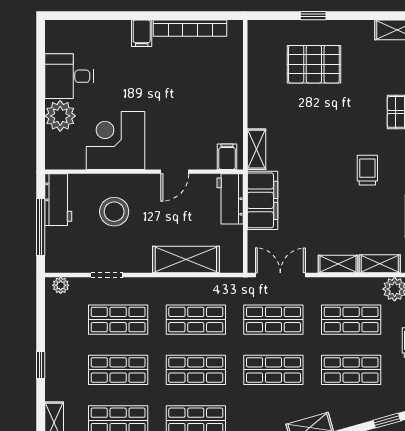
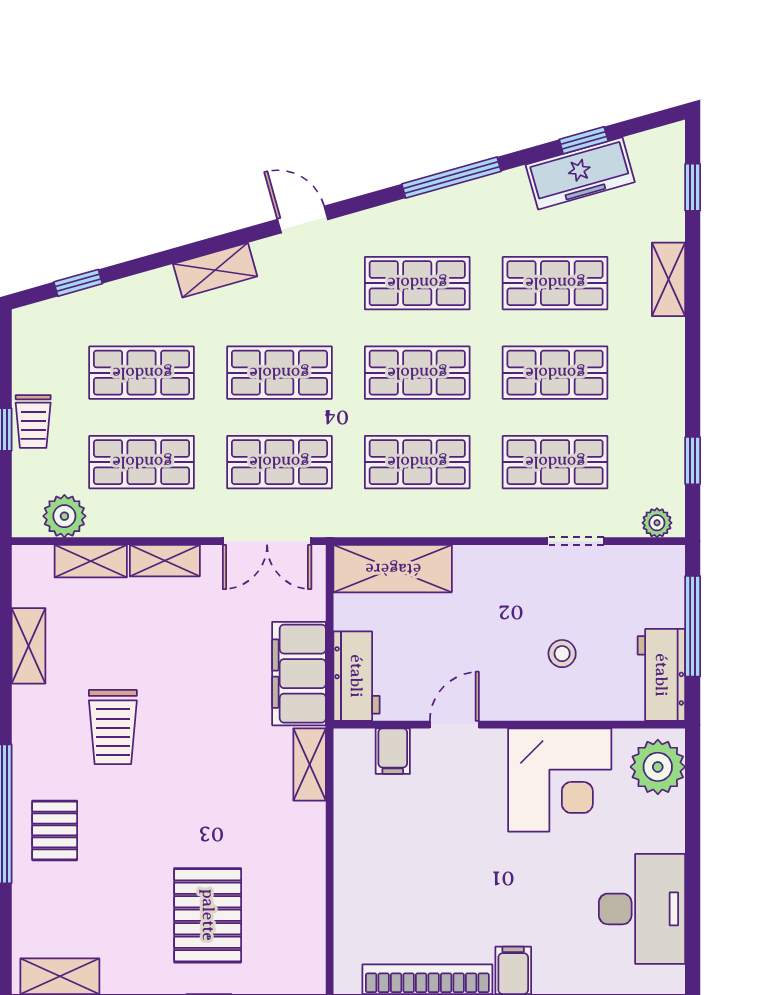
pallet: (314, 64) -> (208, 915), turned 90
desk: (69, 76) -> (642, 909), width x1.37
plant: (60, 116) -> (658, 767), moved
filing cabinet: (227, 157) -> (393, 751), moved
trolley: (367, 170) -> (113, 727), width x1.36, depth x1.39
stool: (114, 212) -> (562, 654), width x0.53, depth x0.53
shelving: (186, 260) -> (393, 569), moved
window: (41, 365) -> (693, 461), moved

